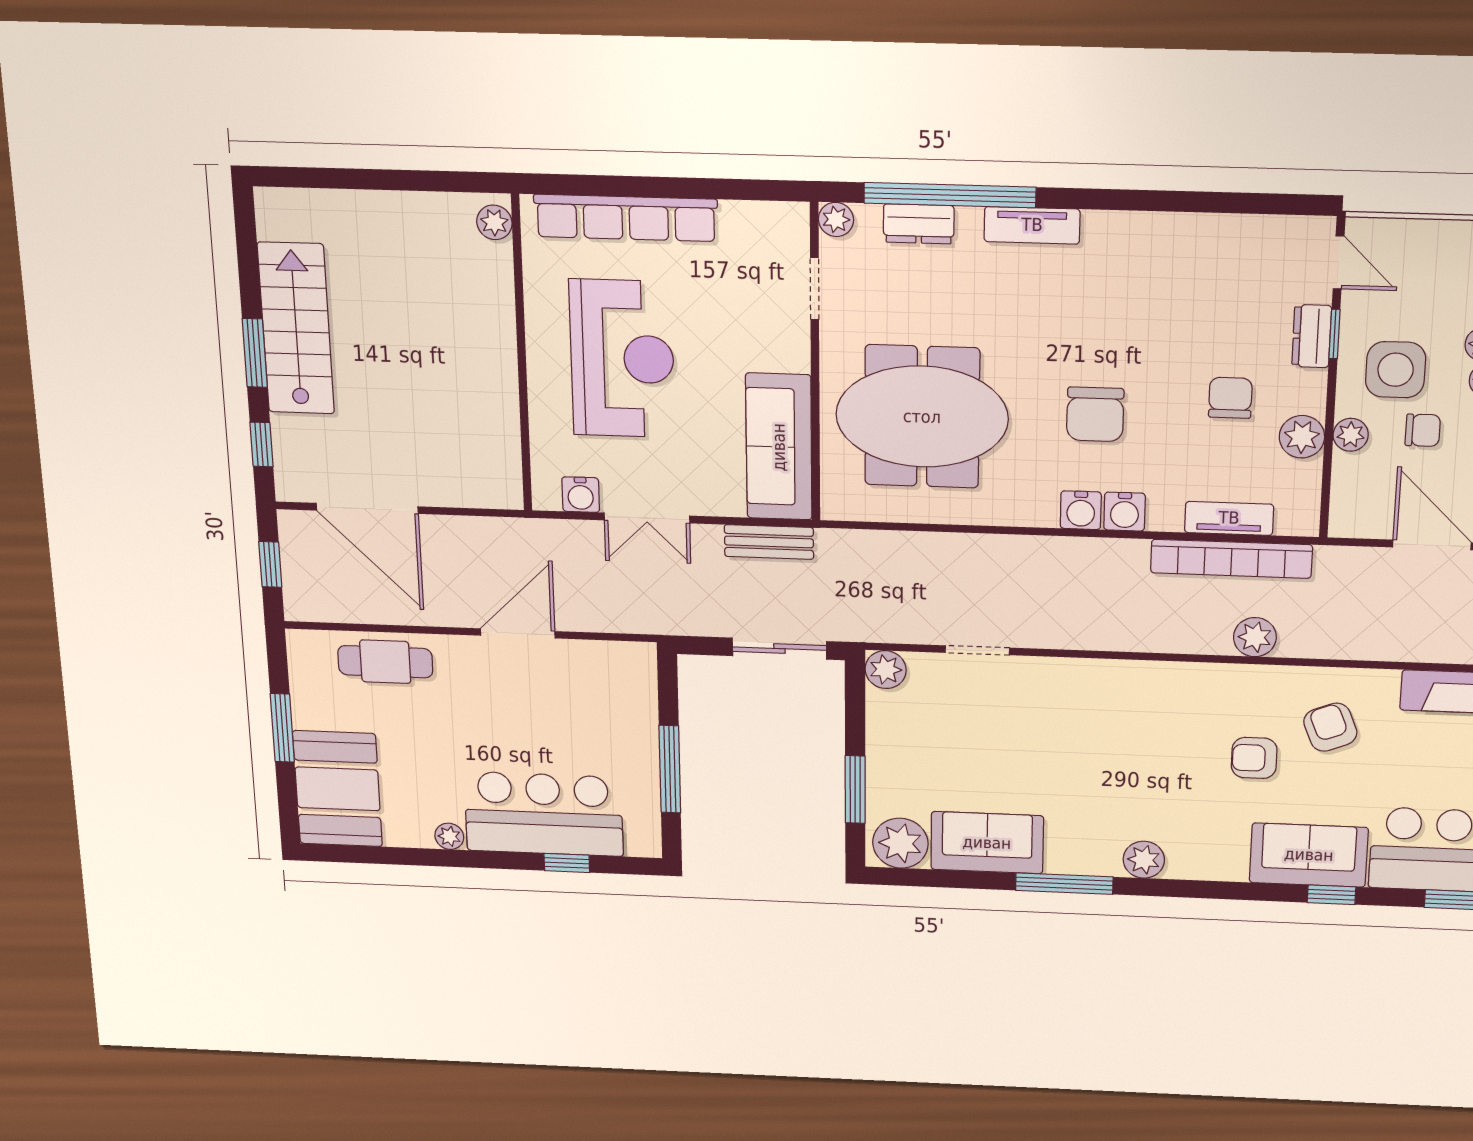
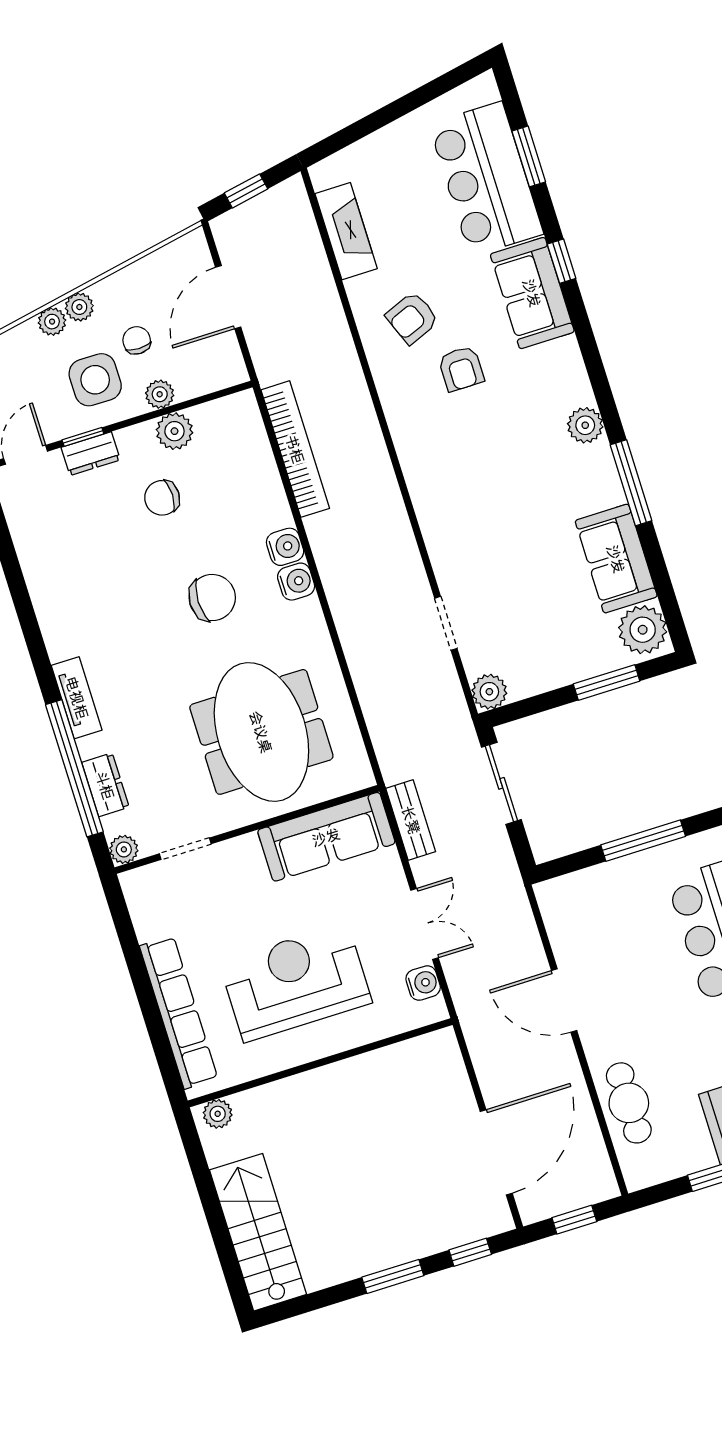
stairs: (296, 329) -> (258, 1232), moved, turned 90
tv unit: (1229, 518) -> (262, 463), removed
plant: (1255, 637) -> (355, 406), removed

